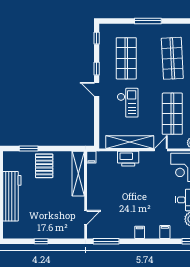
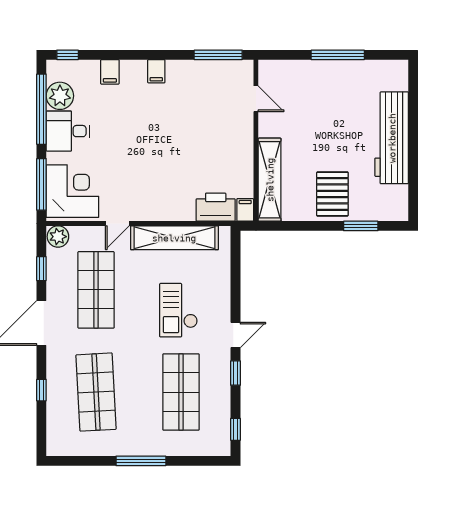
door: (97, 89) -> (236, 335), hinge flipped
printer: (128, 159) -> (216, 207), moved
door: (86, 217) -> (256, 99), swing flipped
window: (41, 241) -> (338, 55), width x2.17

